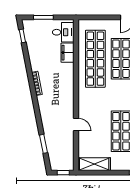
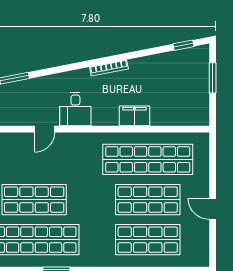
desk: (63, 32) -> (75, 109), moved
filing cabinet: (68, 53) -> (134, 116), moved

